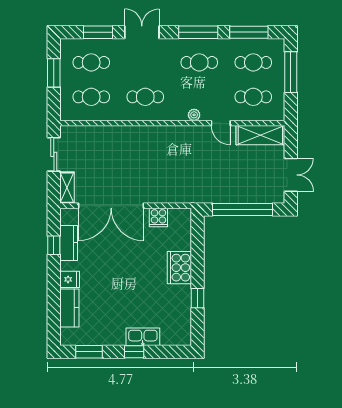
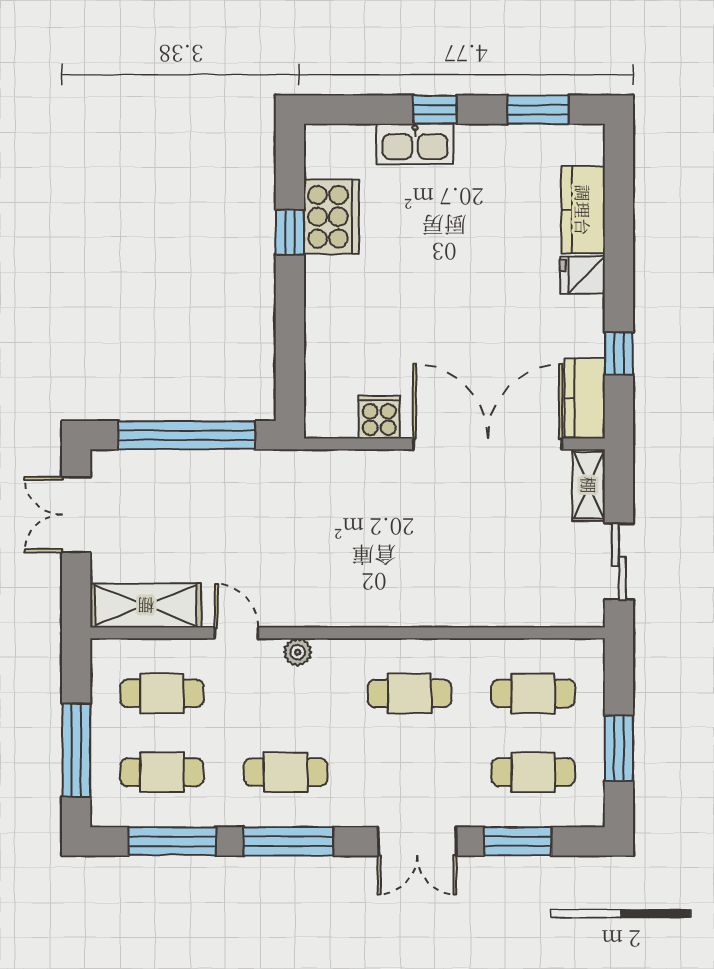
kitchen counter: (69, 243) -> (585, 398), moved
cooker: (179, 268) -> (331, 217), moved

